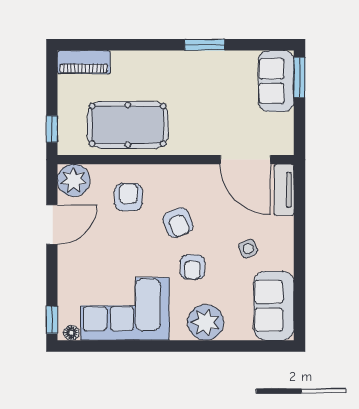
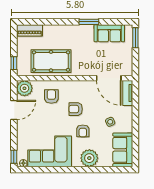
sofa: (276, 81) -> (109, 33), moved, turned -90
armchair: (178, 223) -> (76, 109), turned 112

